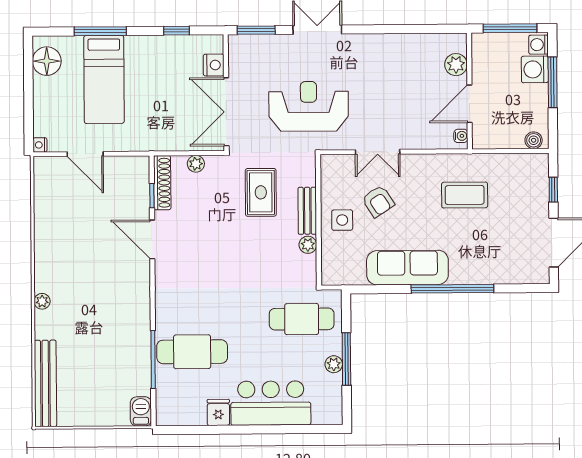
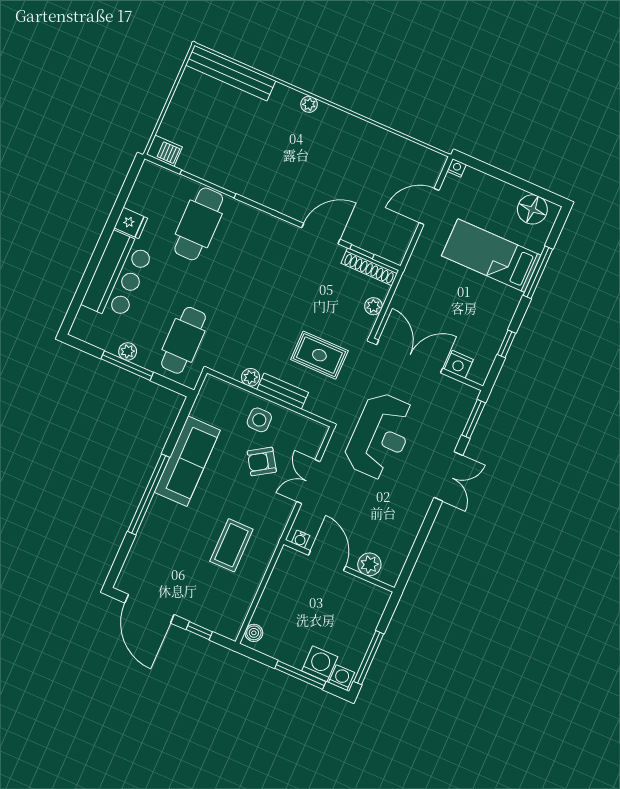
plant: (456, 65) -> (369, 564), moved
wall: (469, 91) -> (339, 566), moved
door: (469, 104) -> (327, 561), moved
water cooler: (461, 136) -> (301, 539), moved

